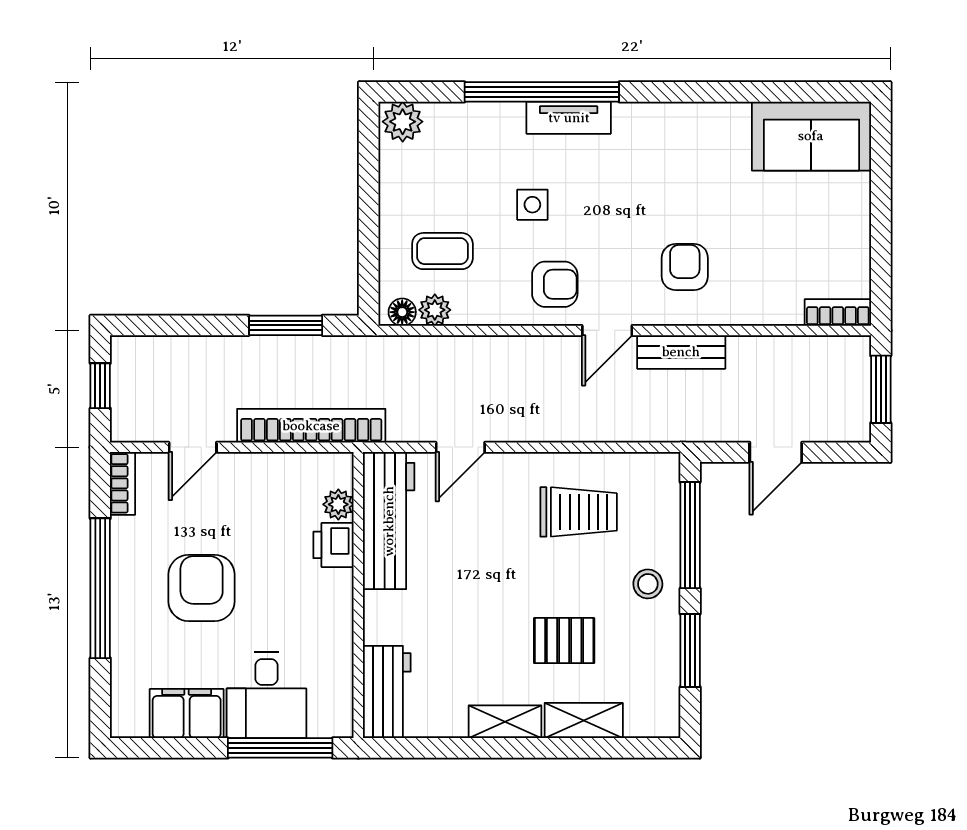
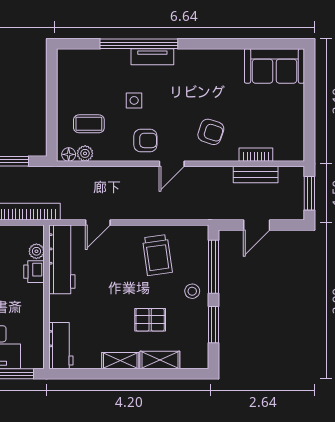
plant: (403, 122) -> (69, 59), removed
armchair: (685, 267) -> (211, 132), turned 108
bookcase: (838, 312) -> (256, 155), moved
bench: (681, 352) -> (256, 175), moved
trolley: (579, 512) -> (157, 255), turned 82

